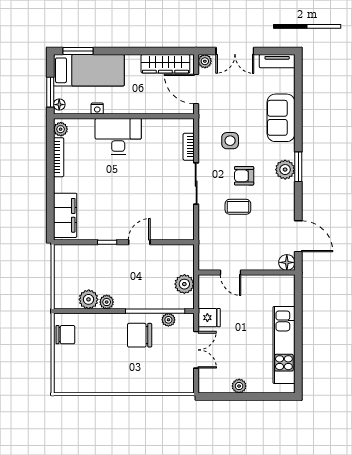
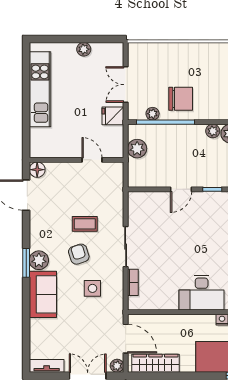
sofa: (281, 118) -> (43, 294), moved
armchair: (244, 176) -> (79, 254), turned -108

